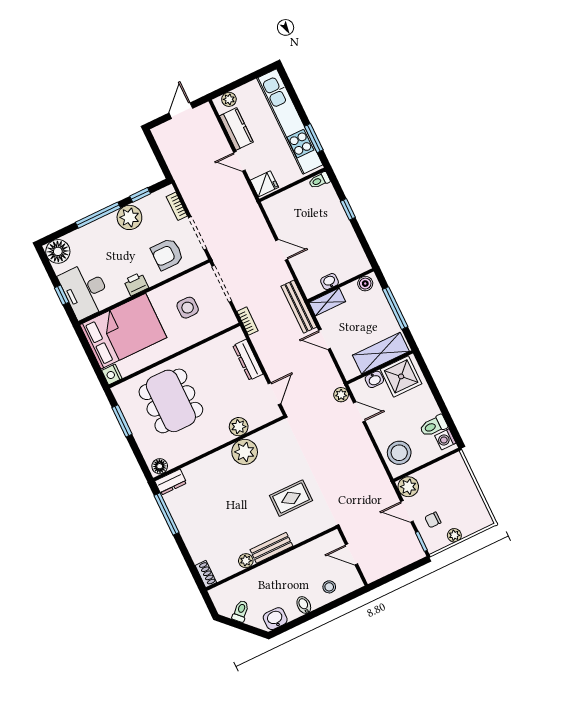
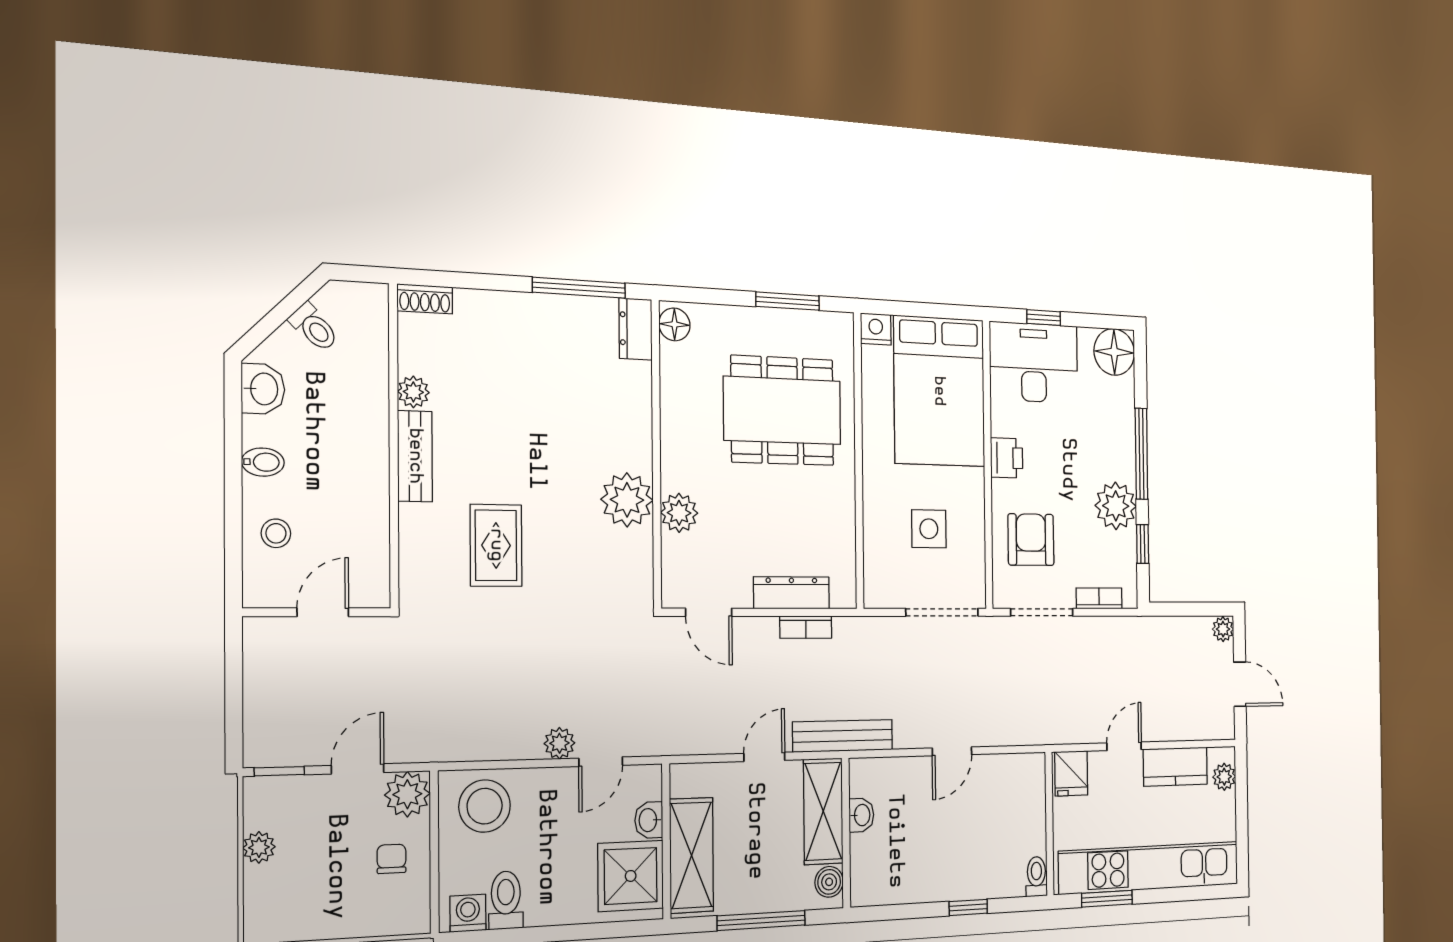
plant: (159, 132) -> (1223, 629), added
shelving: (327, 302) -> (823, 811), width x1.50, depth x1.33
bookcase: (248, 321) -> (806, 627), moved
plant: (341, 395) -> (559, 743), moved
chair: (433, 520) -> (392, 859), moved

